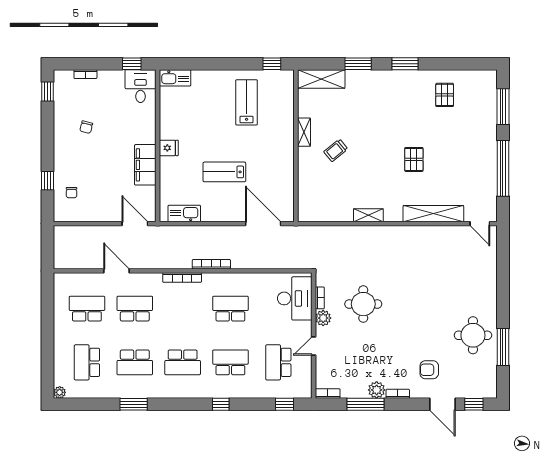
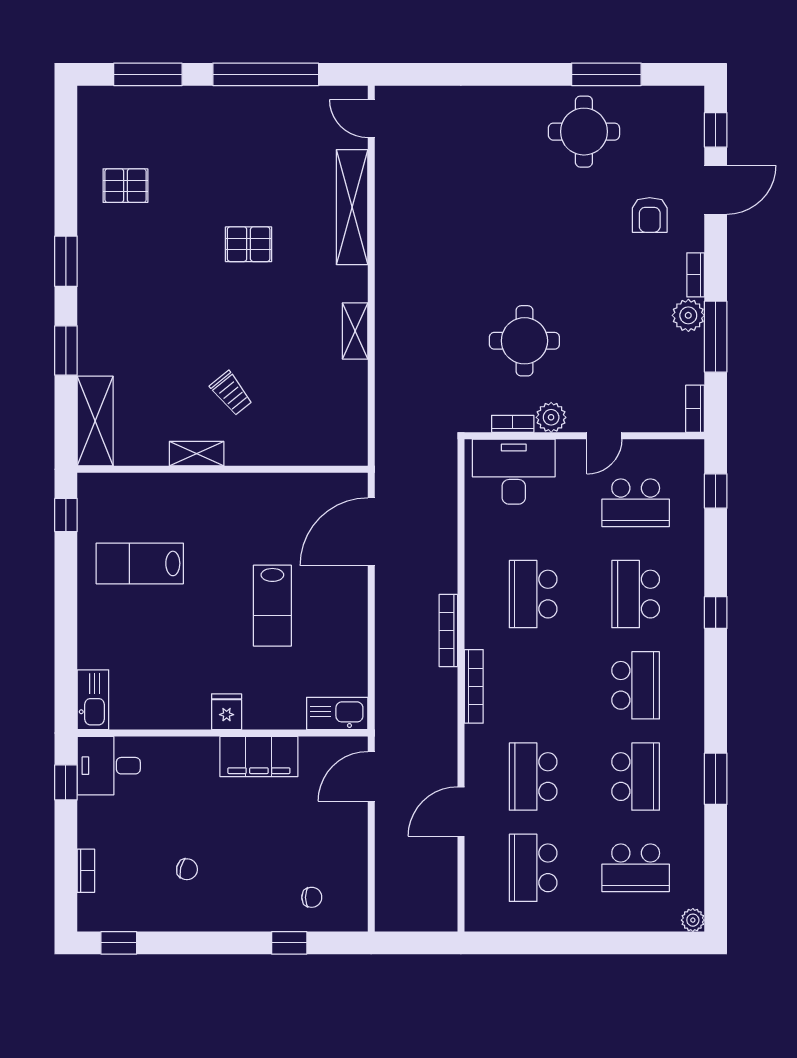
kitchen sink: (184, 213) -> (337, 714), moved, turned 90
door: (480, 224) -> (371, 118), swing flipped
door: (314, 346) -> (604, 436), hinge flipped

